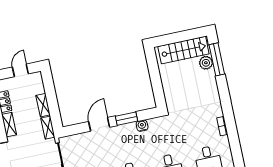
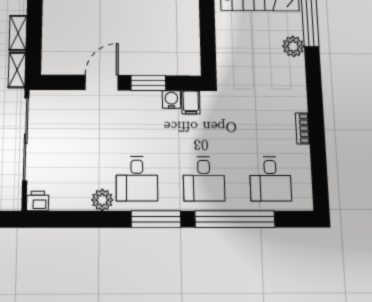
plant: (206, 63) -> (293, 46), moved
filing cabinet: (154, 125) -> (191, 102), added

